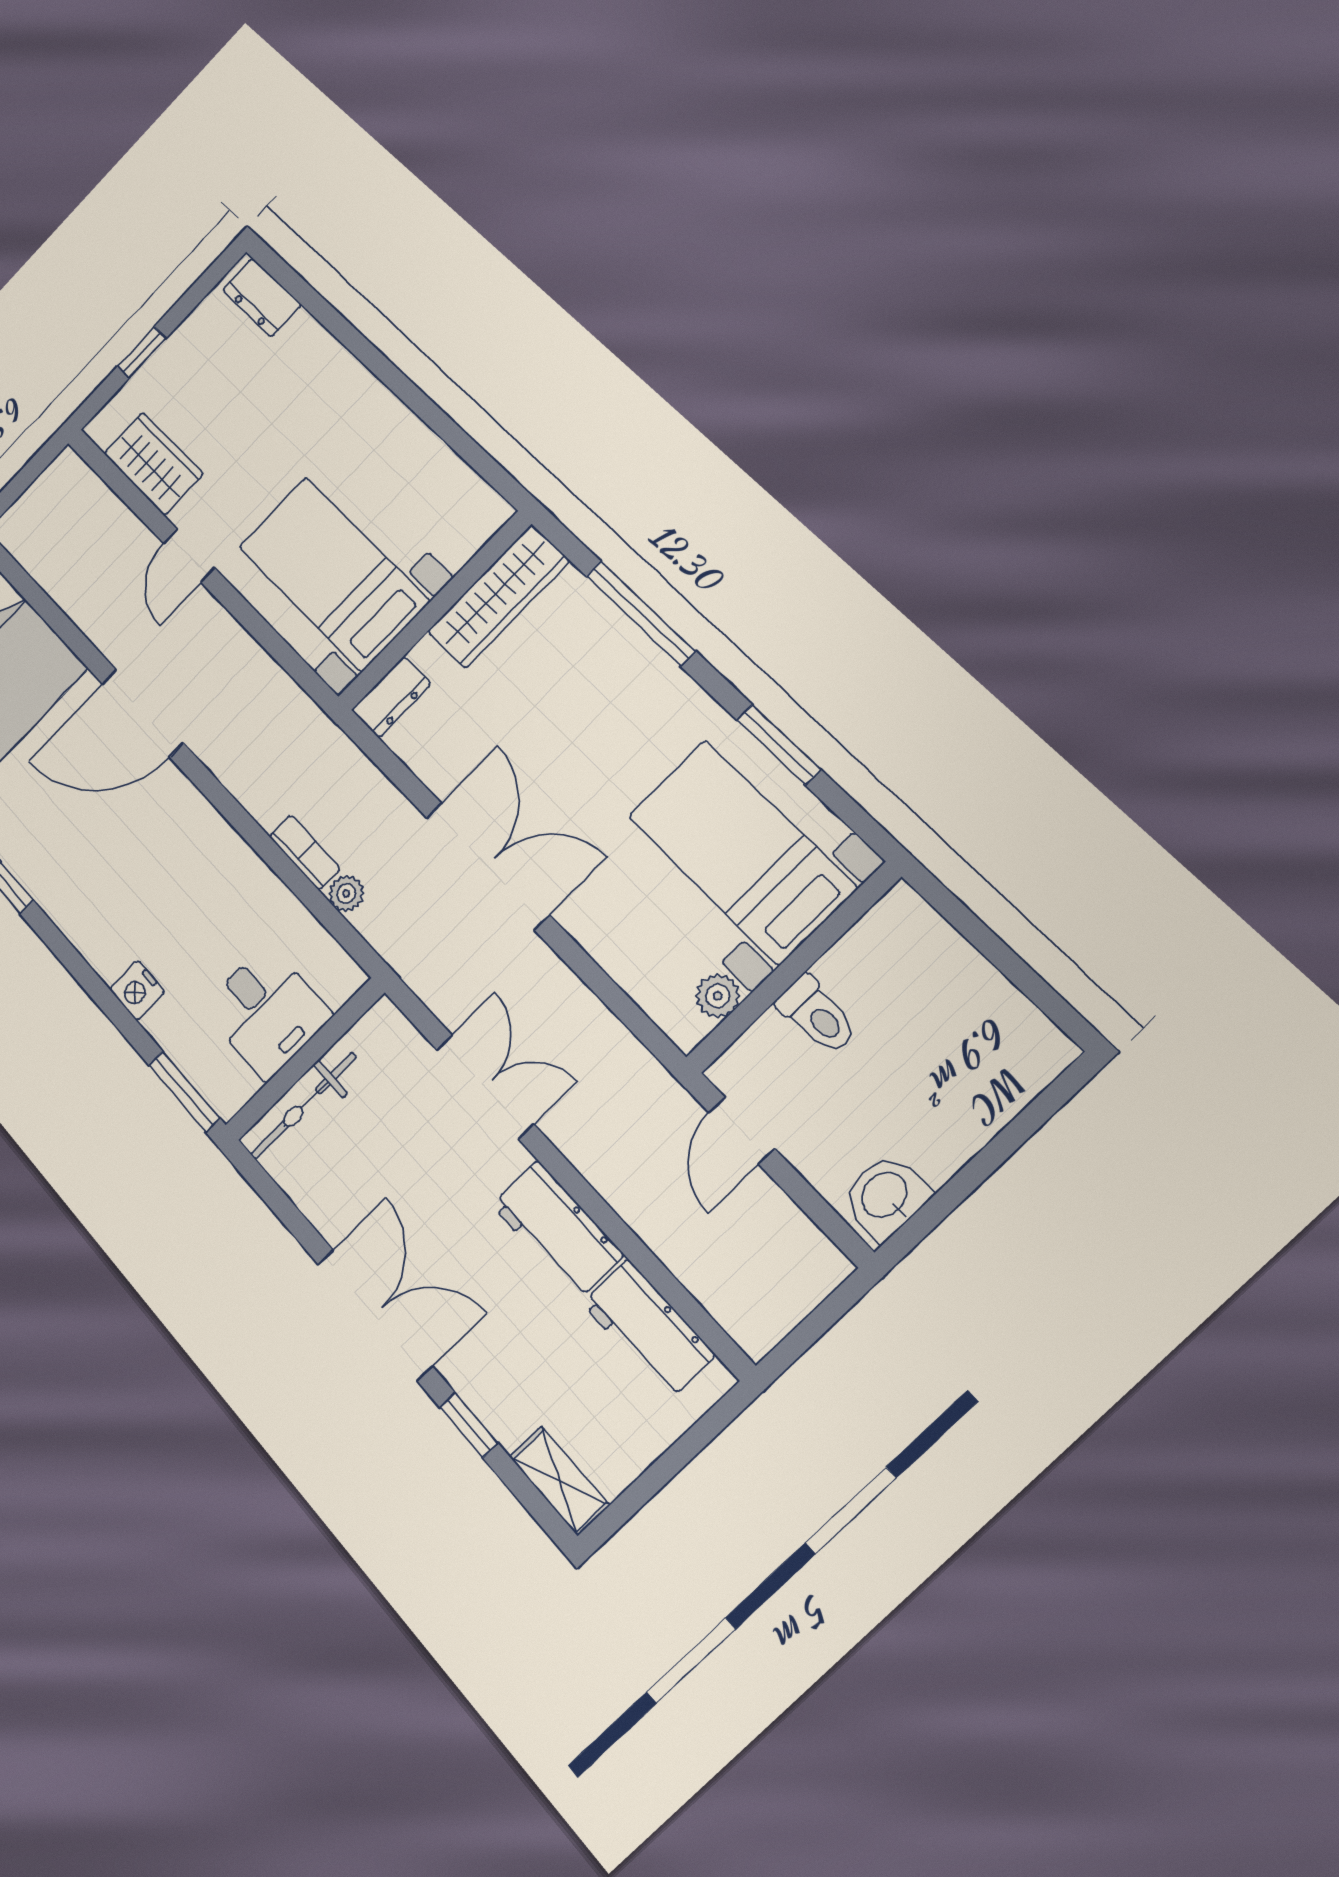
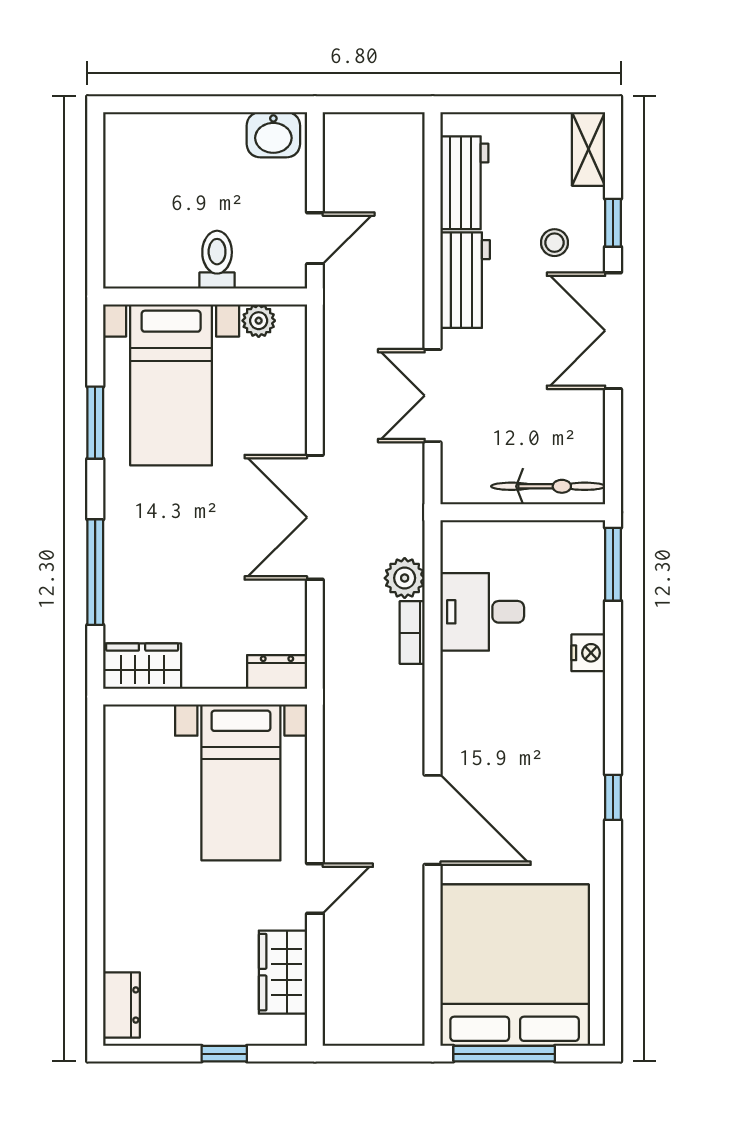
wardrobe: (498, 596) -> (142, 666), width x0.67
plant: (346, 894) -> (405, 578), width x1.38, depth x1.38
desk: (267, 1012) -> (482, 612), moved, turned -90
stool: (507, 1351) -> (555, 243), added

